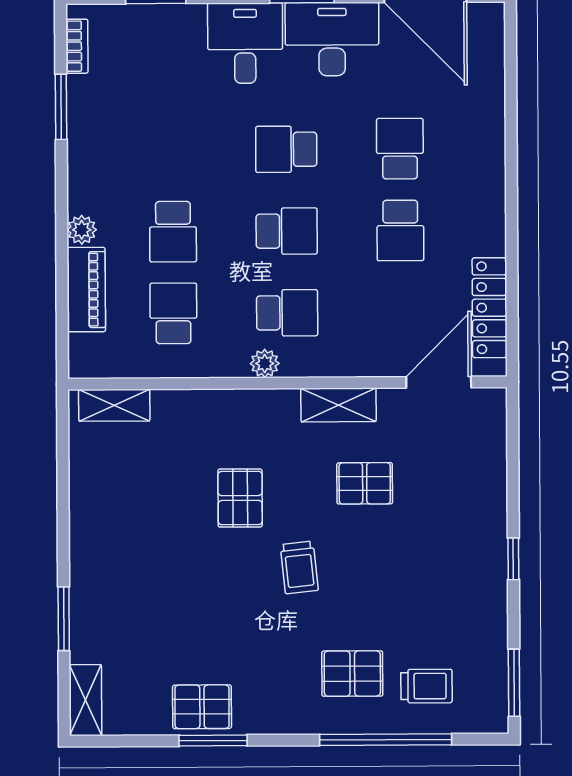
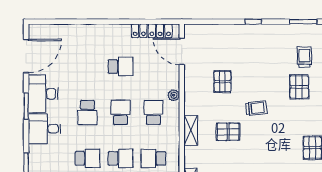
school desk: (400, 149) -> (87, 158), moved, turned 180
plant: (265, 363) -> (174, 95), moved
shelving: (338, 405) -> (191, 130), moved

